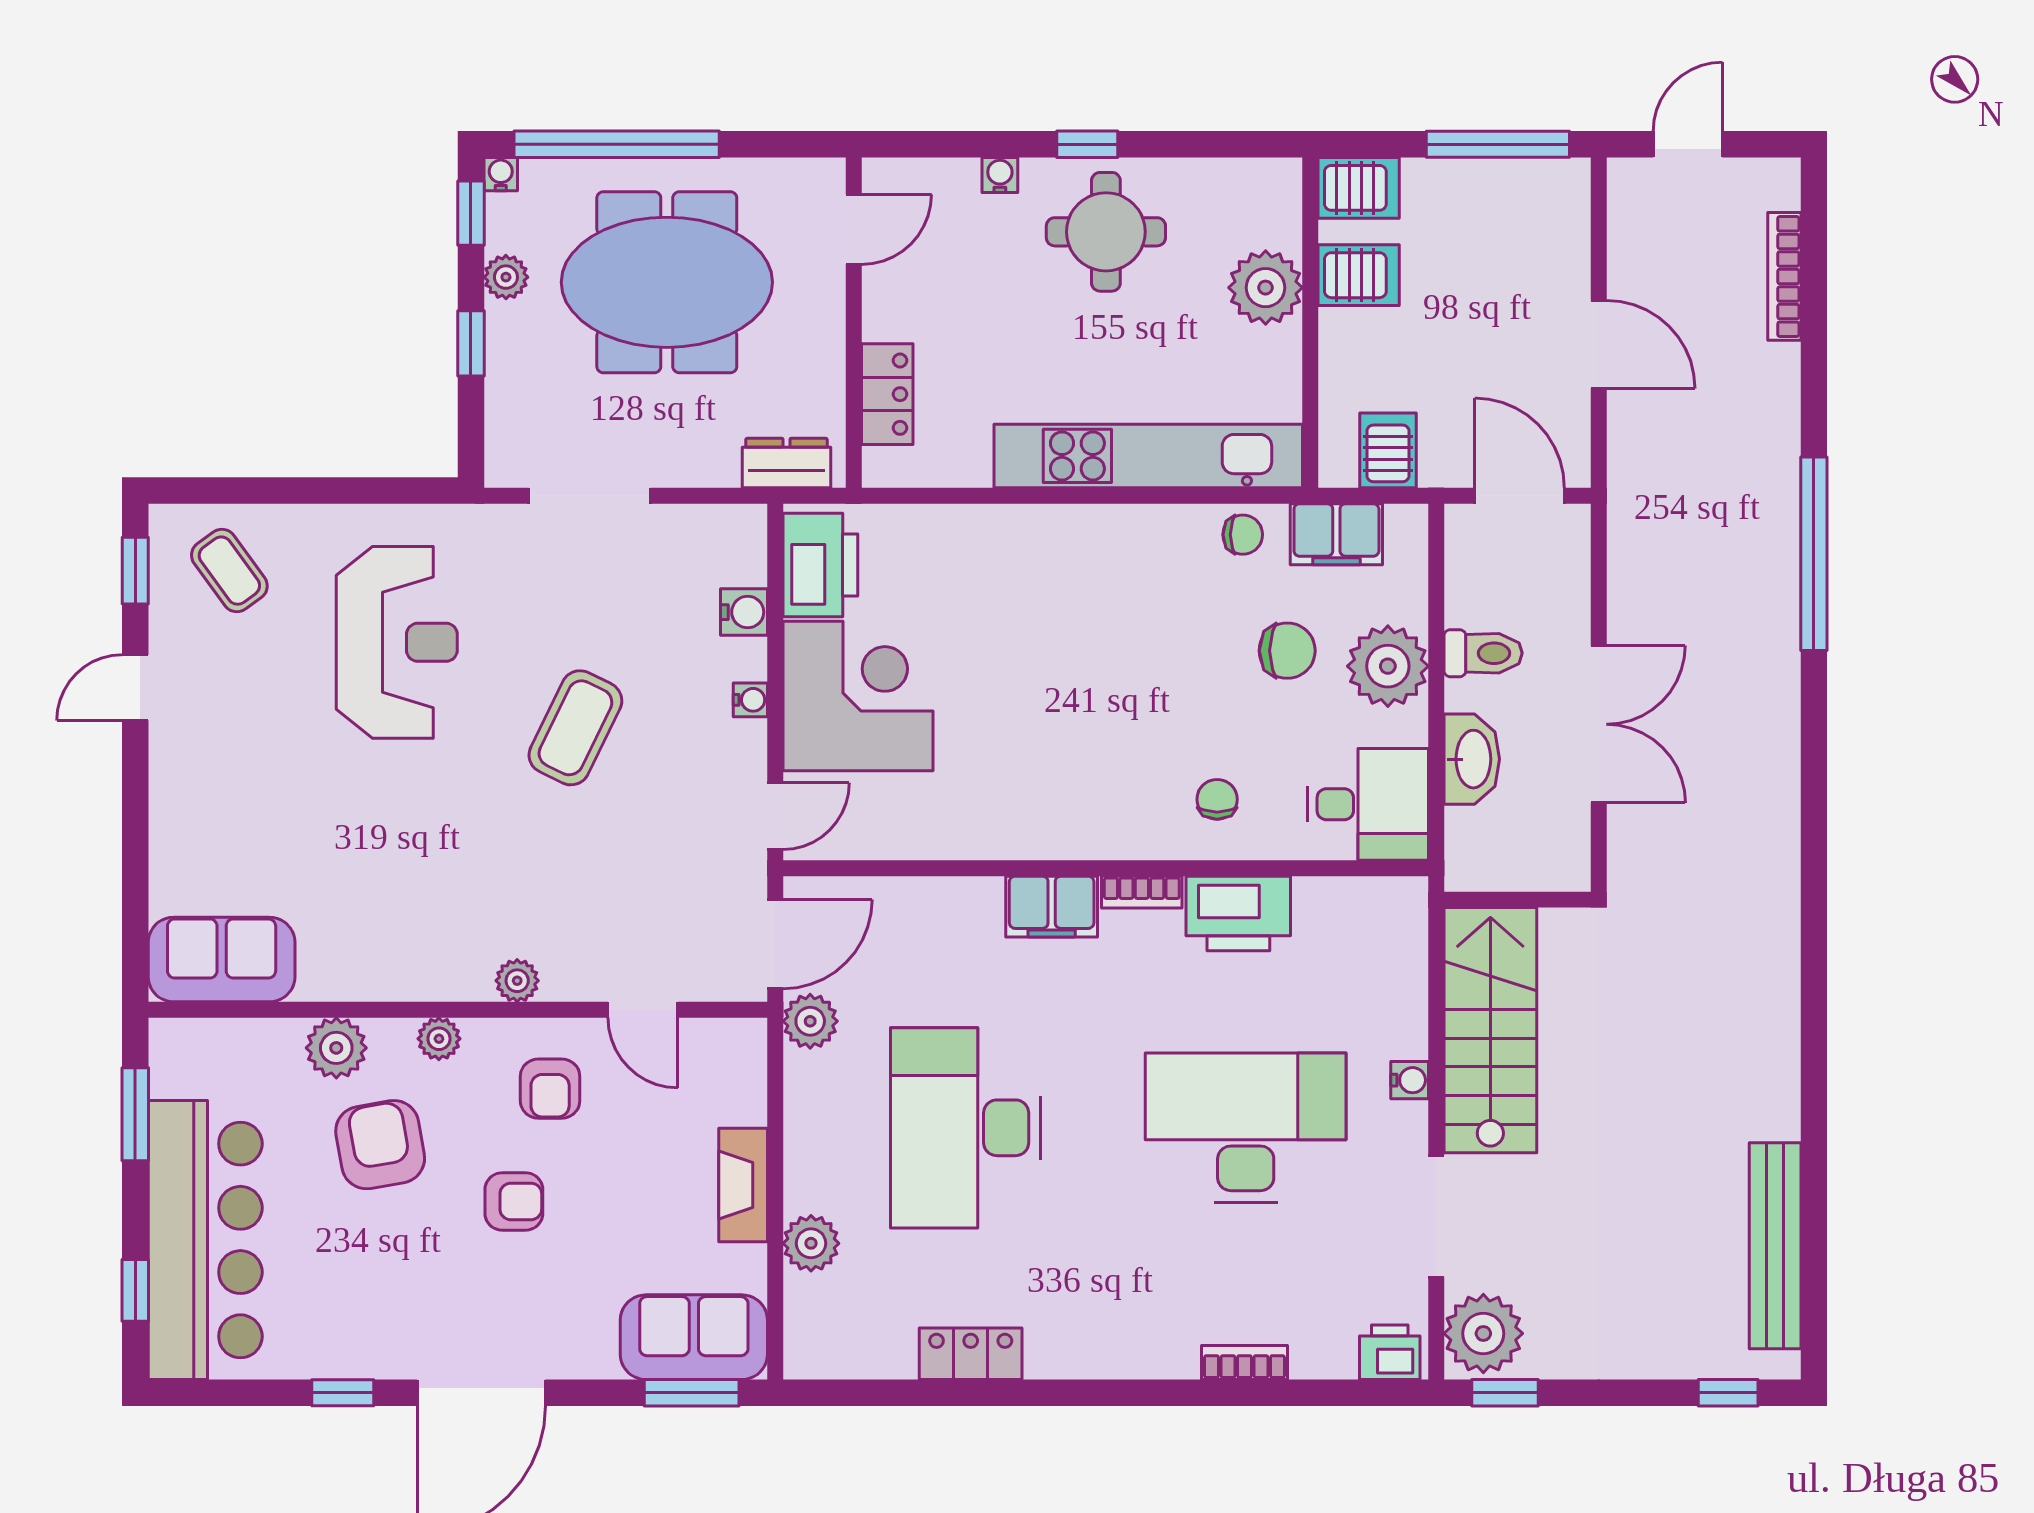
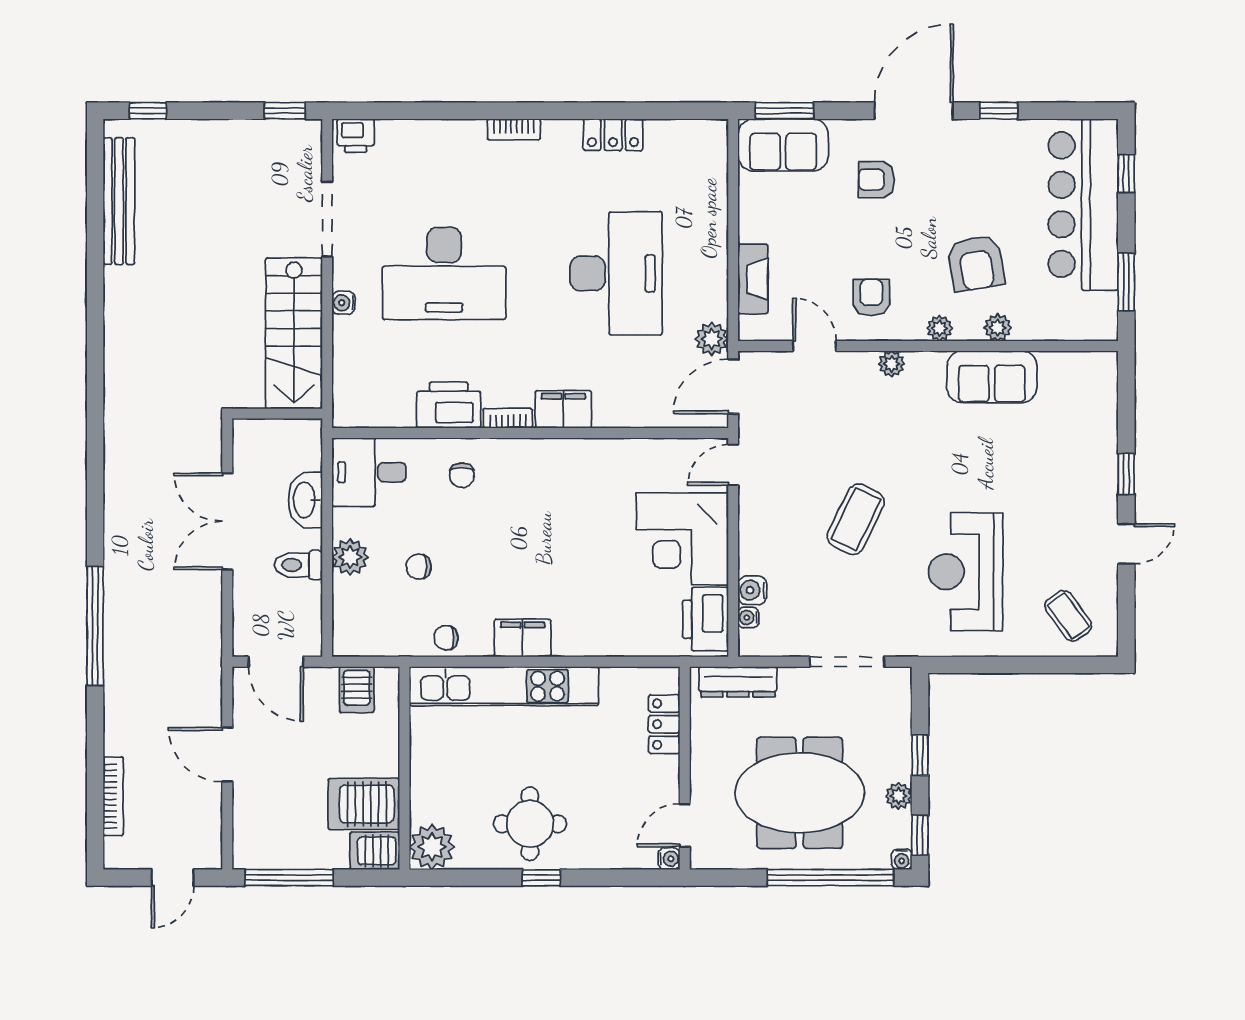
water cooler: (1000, 175) -> (669, 859), moved, turned -90
server rack: (1359, 275) -> (364, 804), width x1.36, depth x1.44
plant: (1266, 288) -> (432, 847), moved
dresser: (786, 463) -> (738, 682), width x1.44
filing cabinet: (1336, 534) -> (523, 638), moved
window: (135, 571) -> (1126, 474), moved
chair: (1287, 651) -> (419, 567), width x0.73, depth x0.73
plant: (1388, 666) -> (350, 557), width x0.73, depth x0.73
water cooler: (750, 700) -> (748, 618), moved
sofa: (222, 960) -> (992, 377), moved
plant: (336, 1048) -> (998, 328), width x0.73, depth x0.73
fireplace: (743, 1185) -> (753, 279), moved
armchair: (514, 1201) -> (876, 180), moved
plant: (811, 1243) -> (711, 203), removed
plant: (1483, 1333) -> (298, 147), removed
bookcase: (1244, 1362) -> (514, 129), moved

